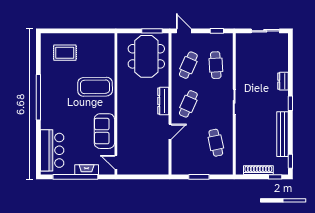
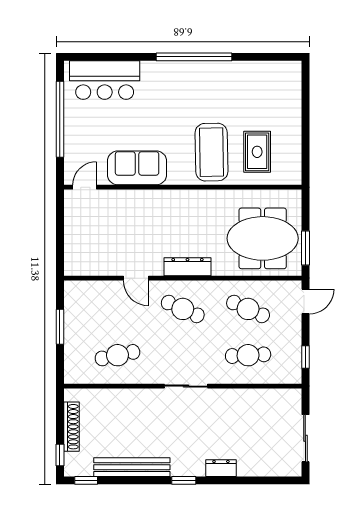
rug: (65, 53) -> (257, 152), moved
fireplace: (87, 170) -> (72, 138), removed

